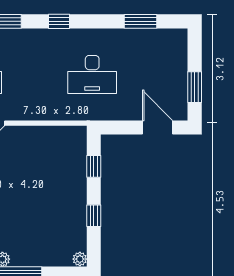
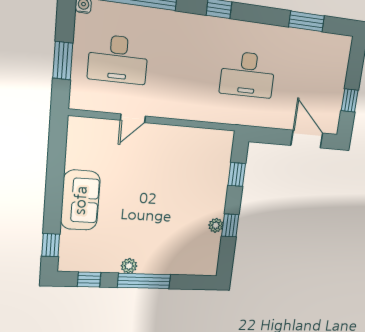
window: (195, 87) -> (350, 100), width x0.67
plant: (80, 259) -> (216, 225), moved

